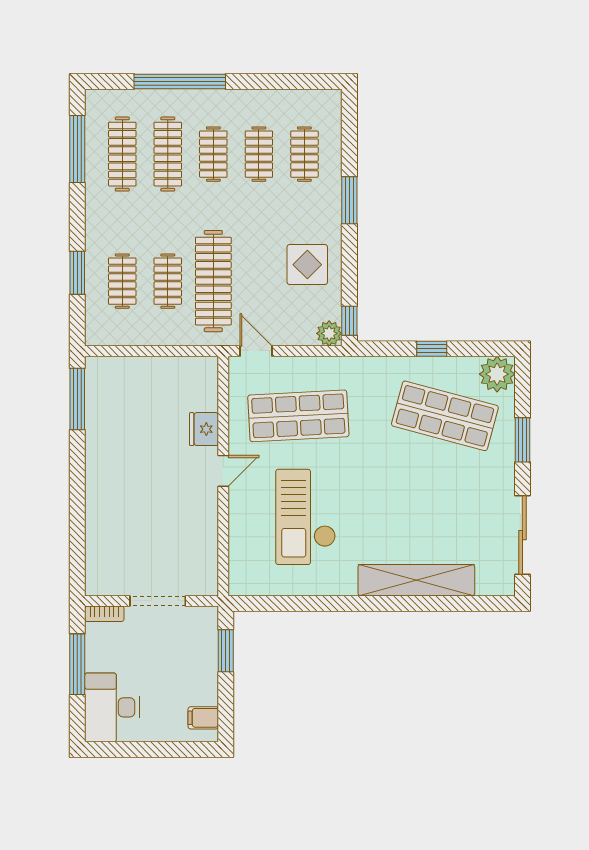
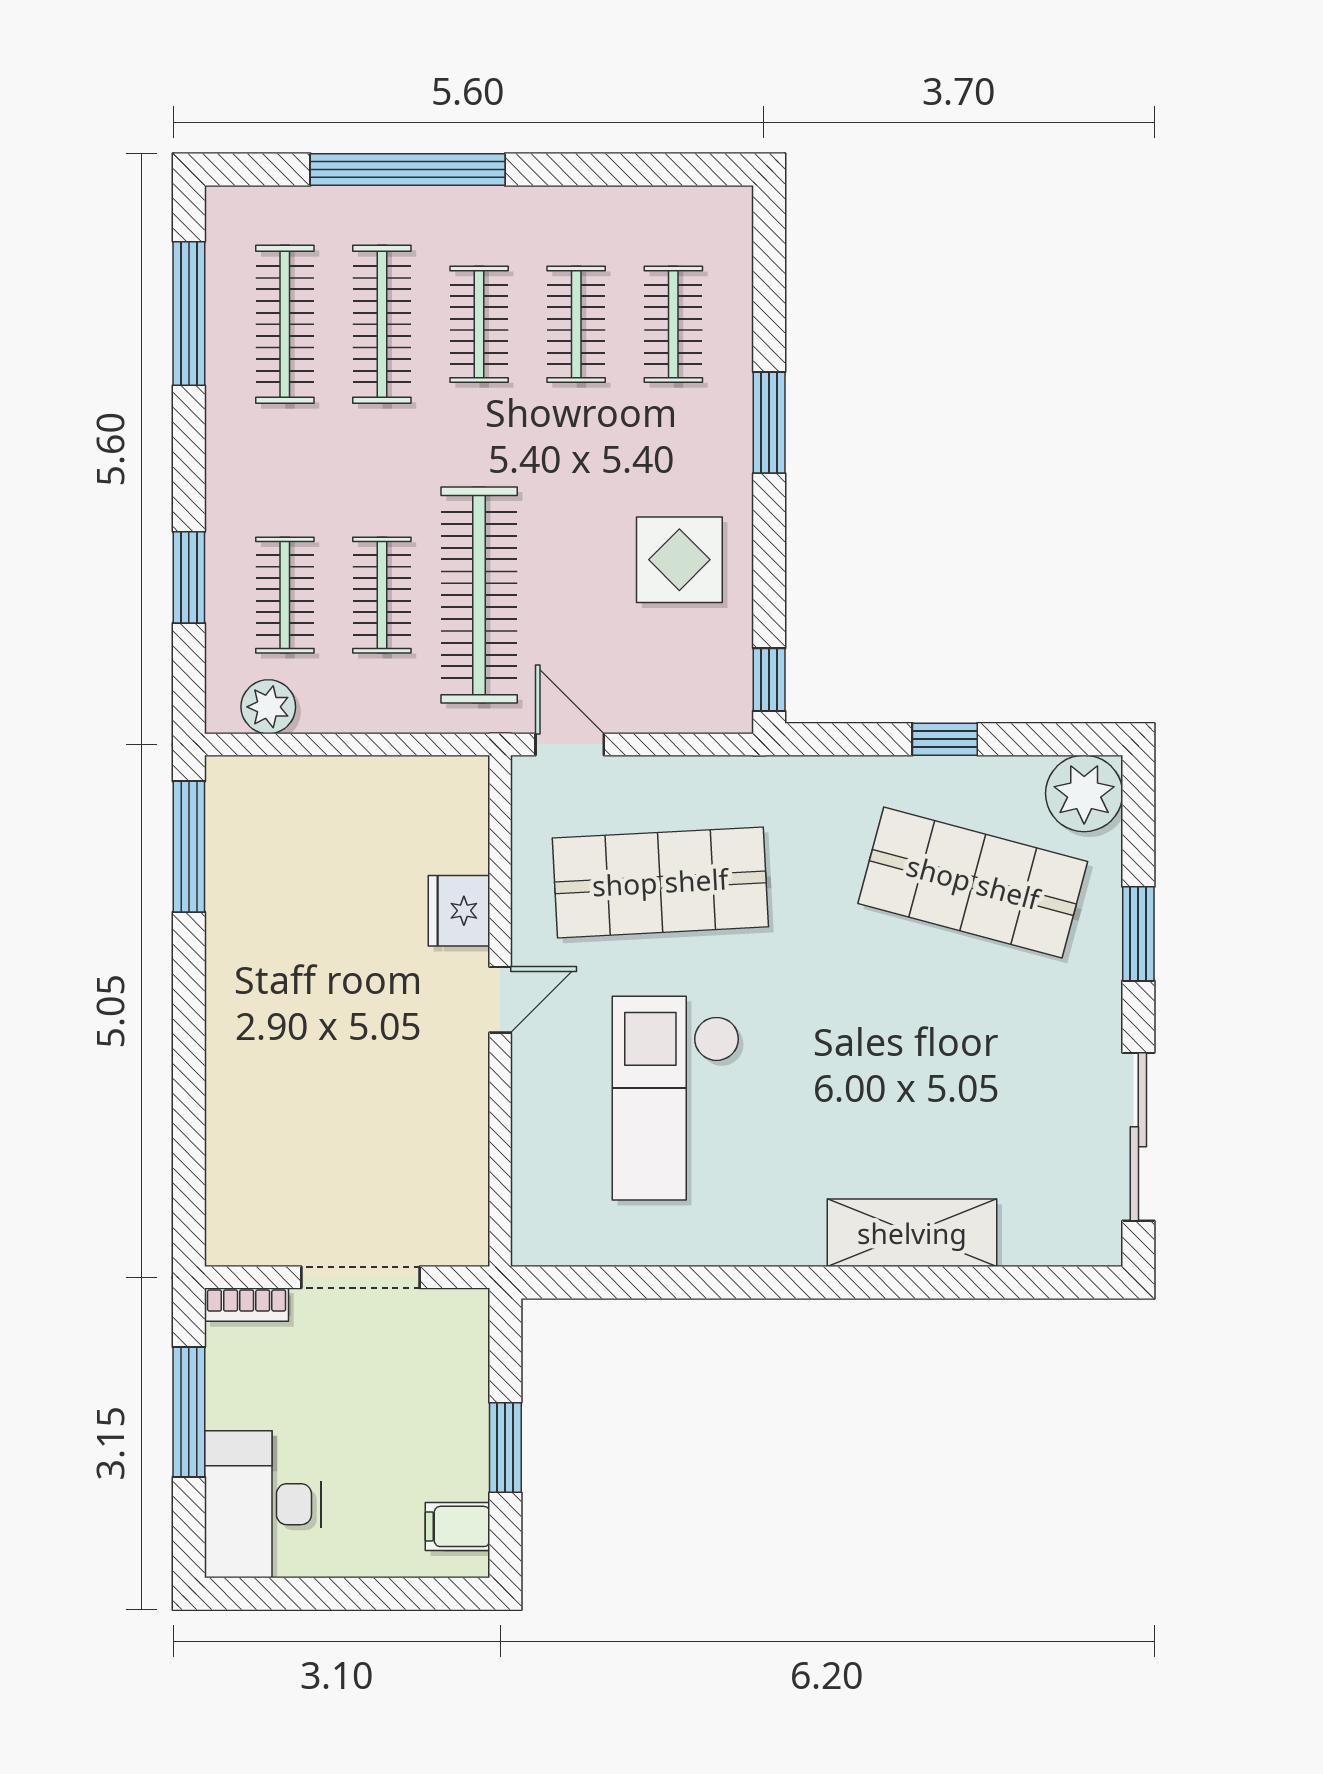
plant: (329, 333) -> (268, 707), moved
shelving: (416, 580) -> (912, 1233), width x0.68
window: (226, 651) -> (505, 1447), moved

